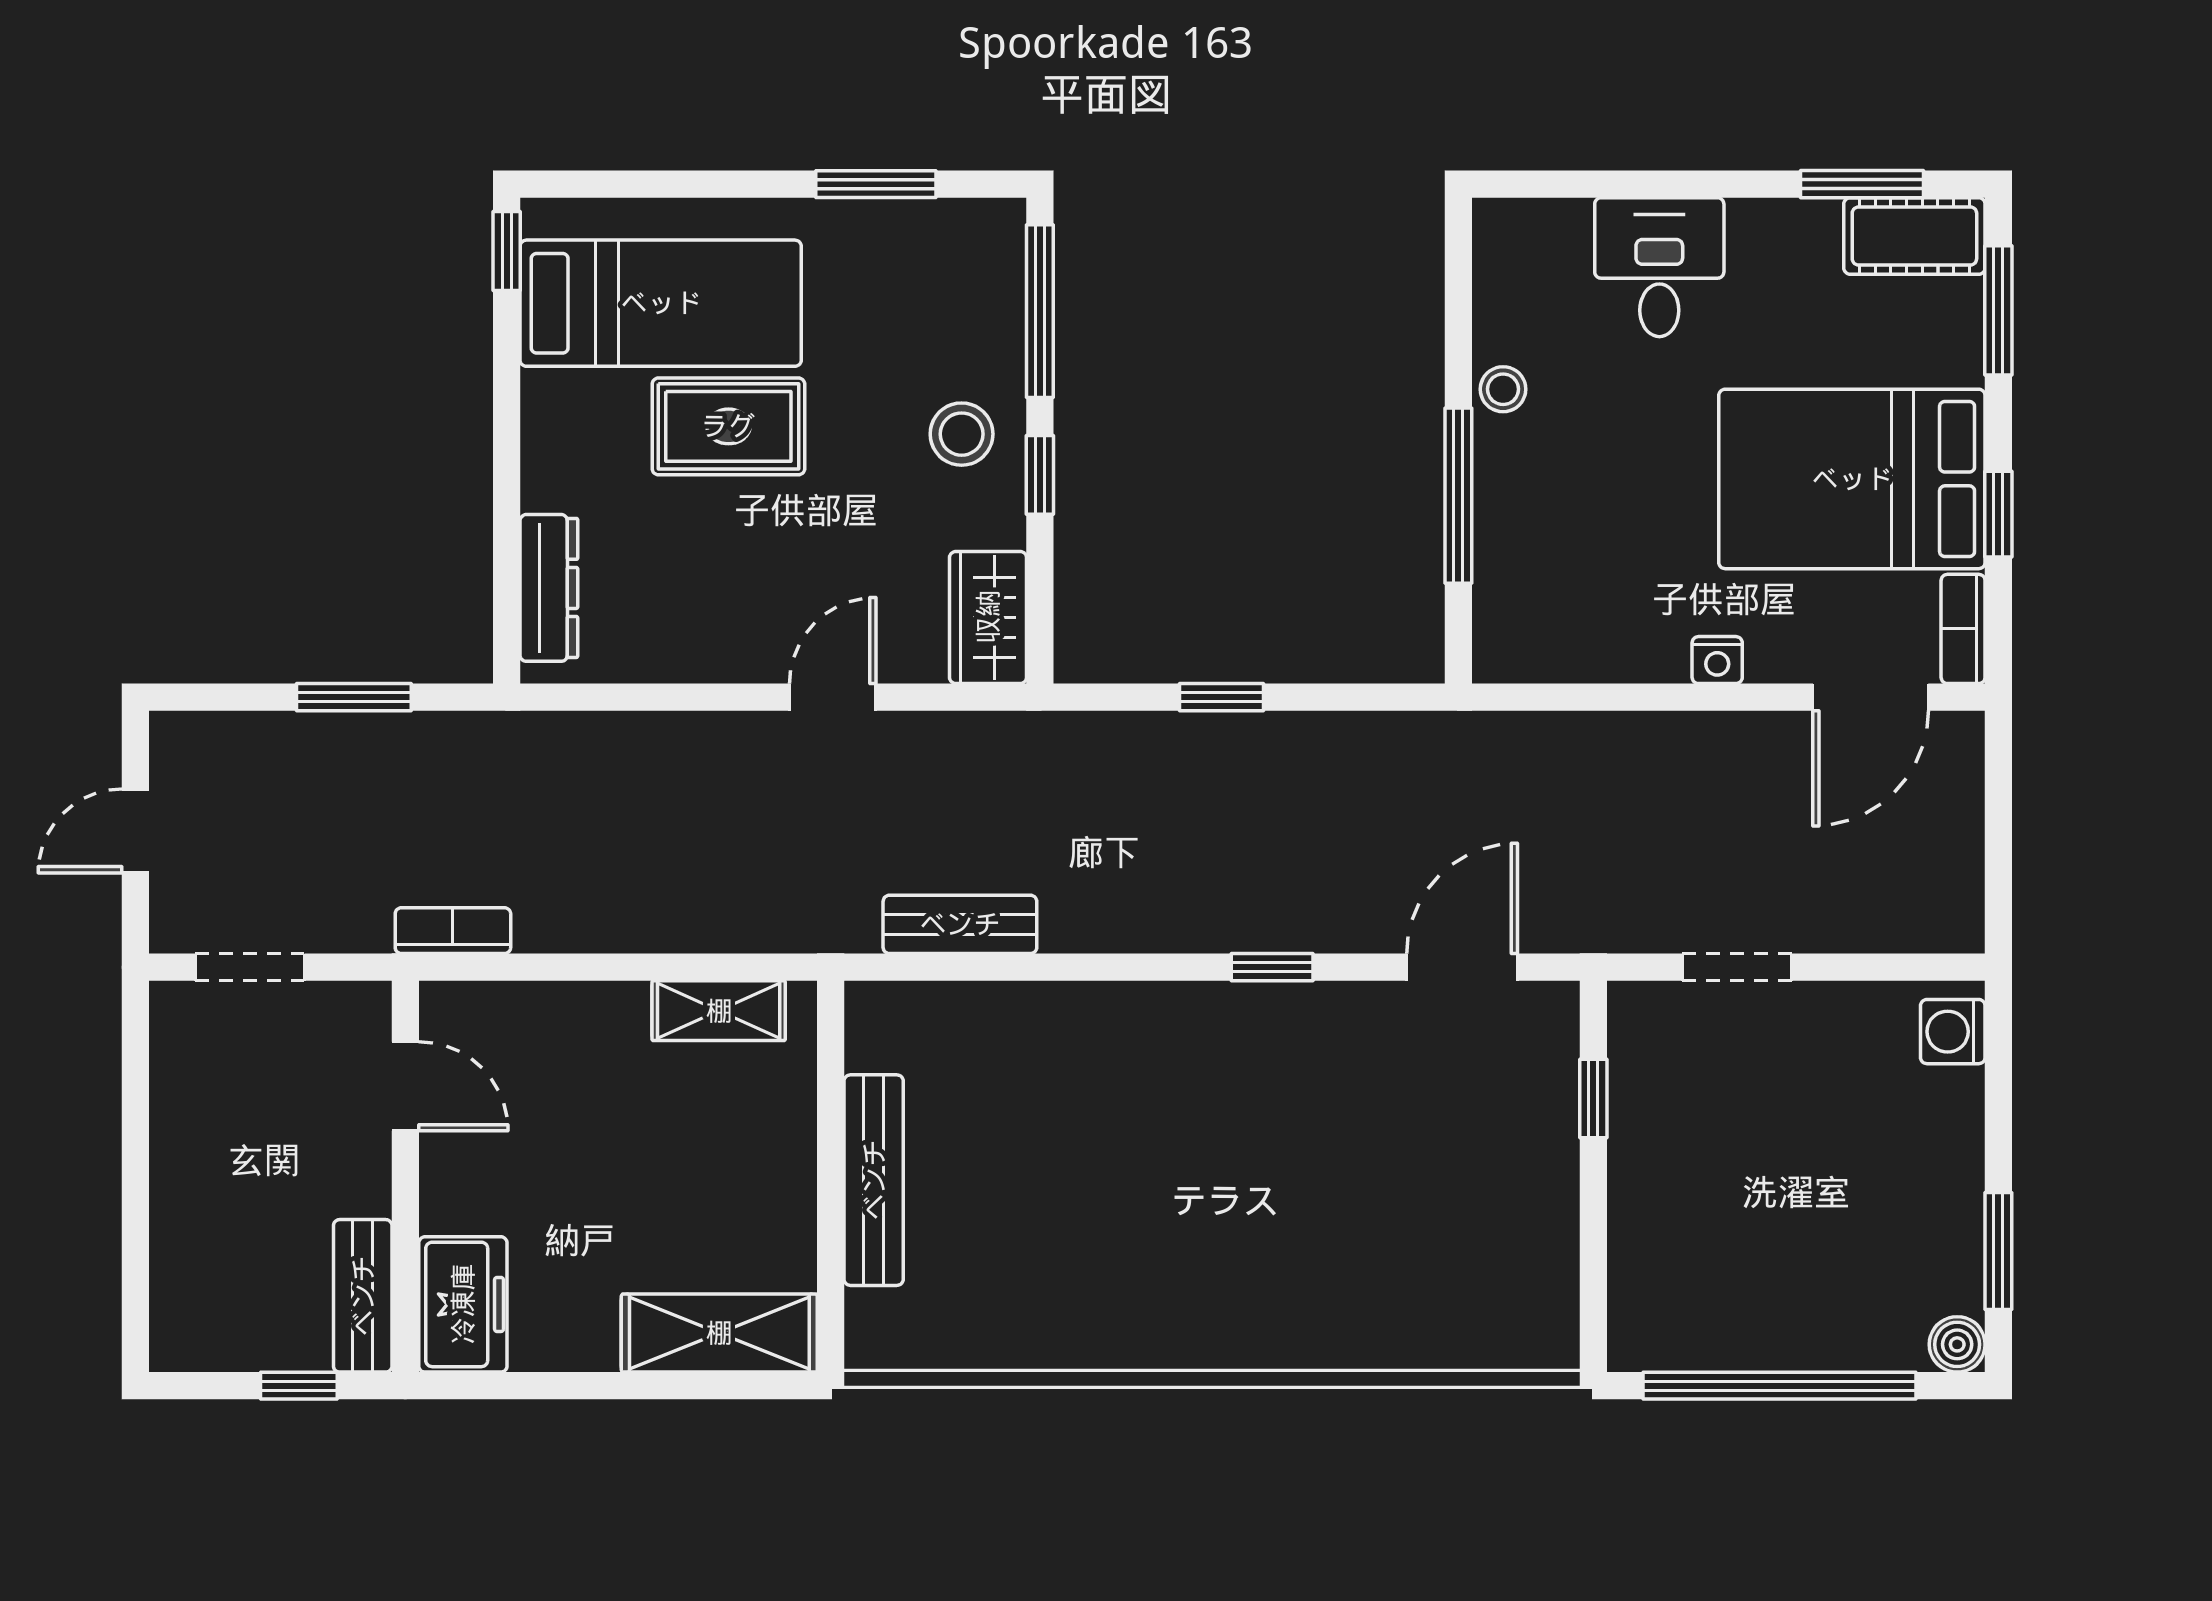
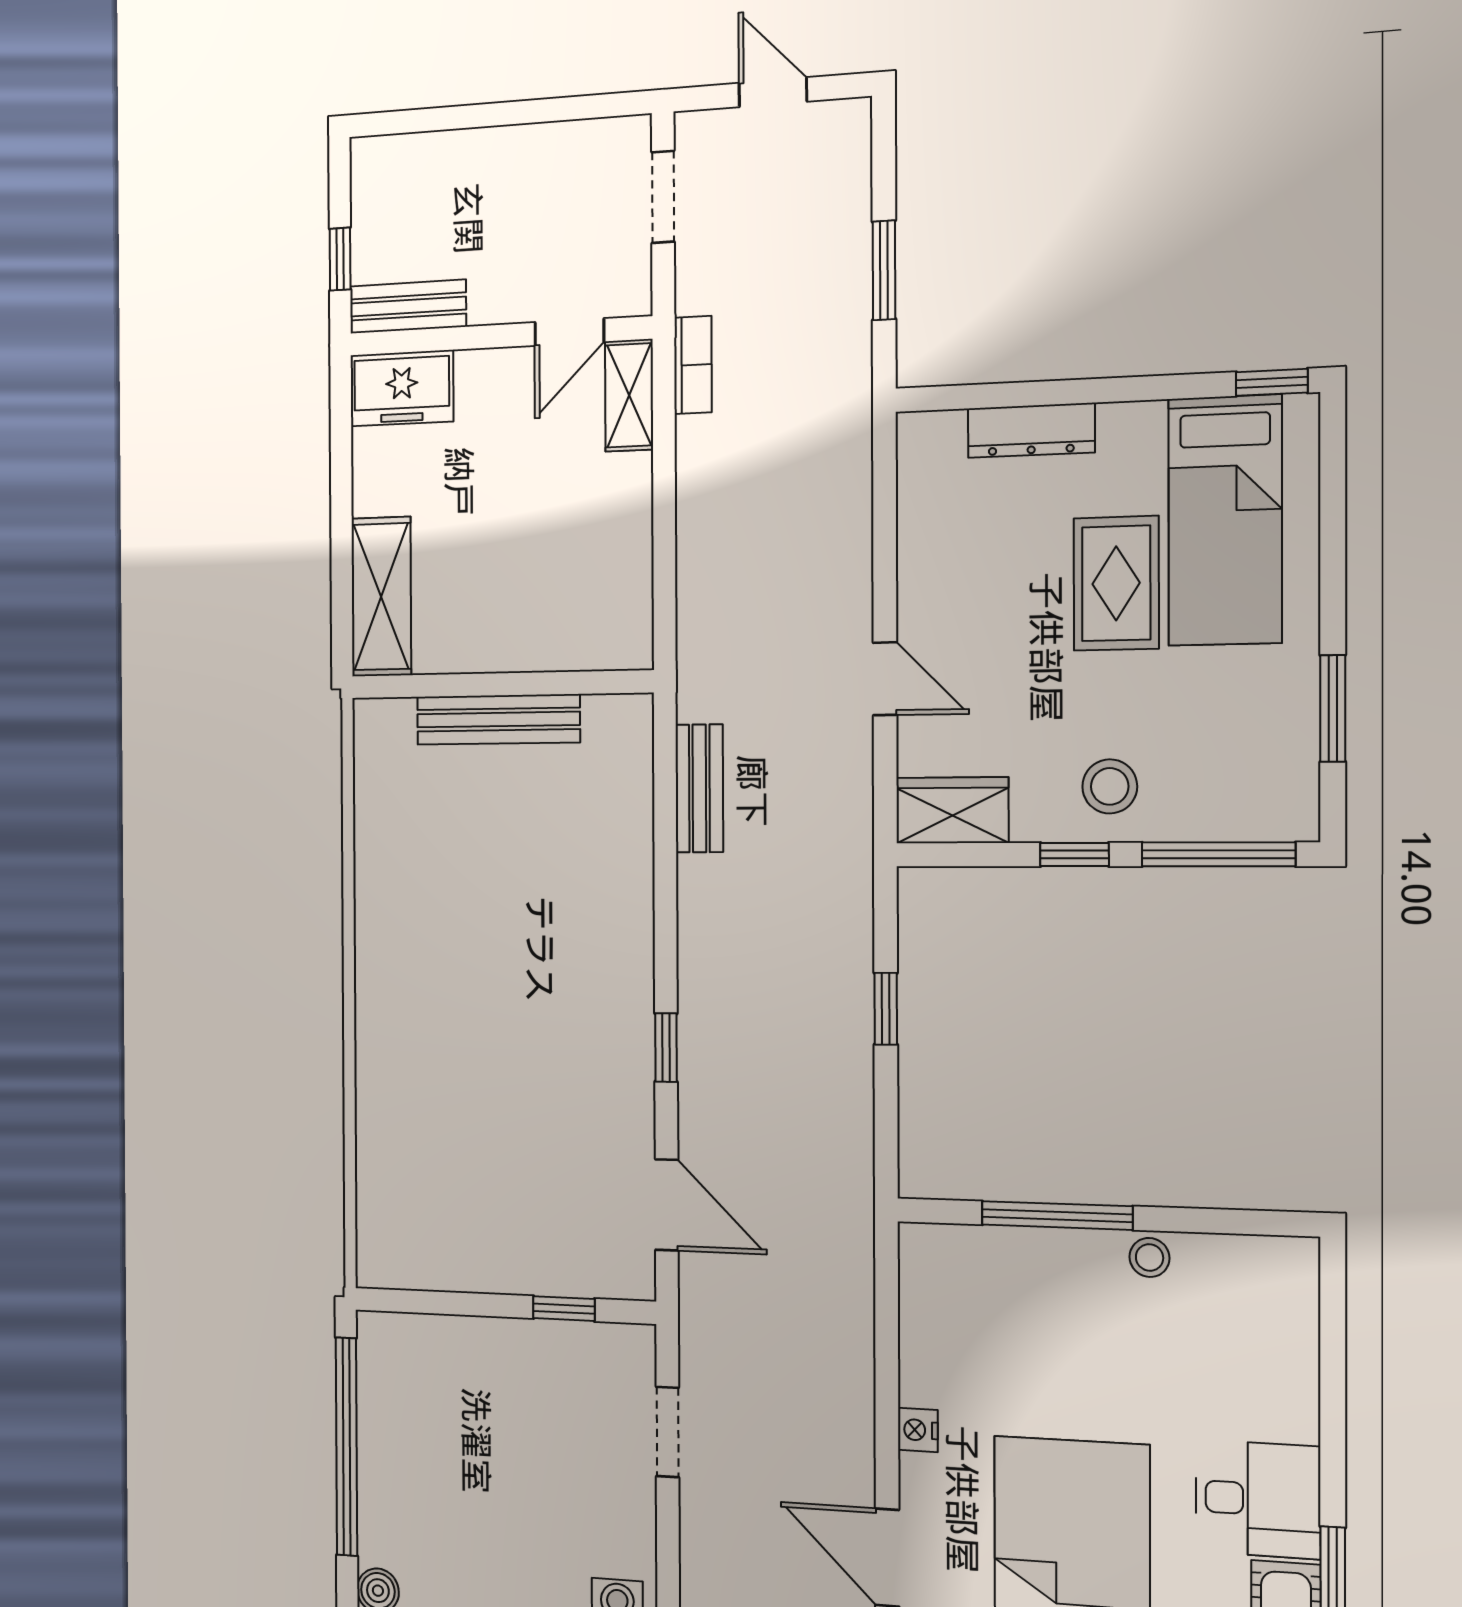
desk: (1659, 267) -> (1258, 1499), moved
dresser: (549, 588) -> (1031, 430), moved
shelving: (719, 1011) -> (629, 395), moved

